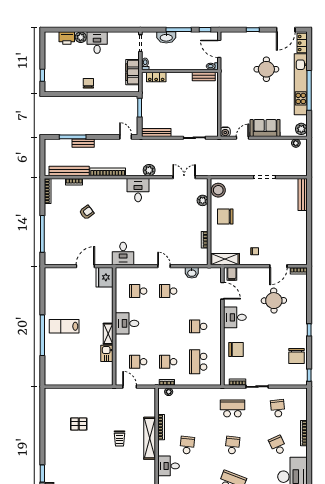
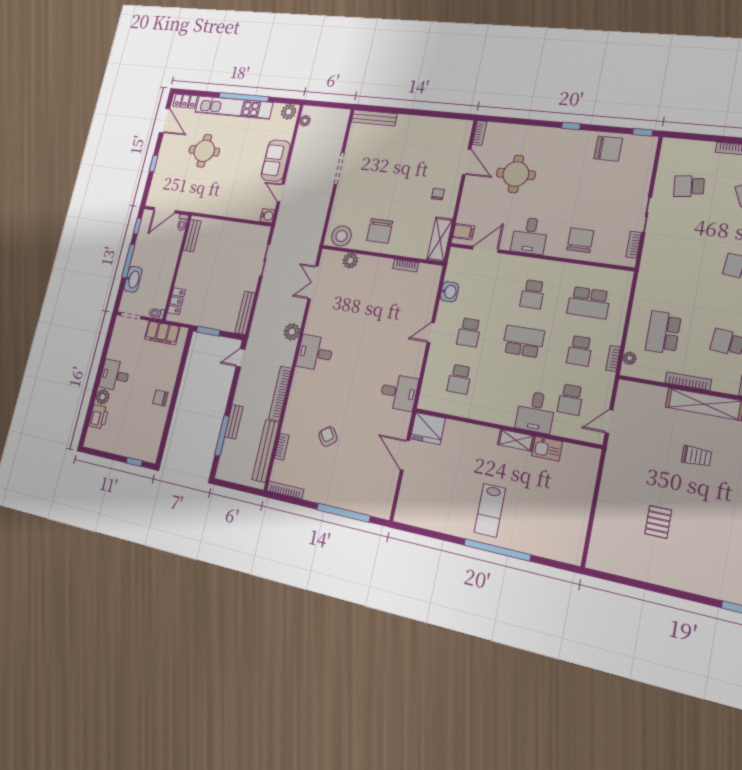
desk: (127, 323) -> (536, 412), moved
school desk: (168, 326) -> (523, 341), added
school desk: (232, 408) -> (663, 332), moved

